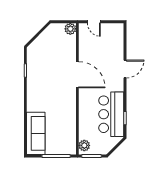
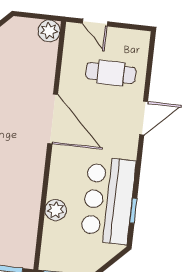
cafe table: (105, 47) -> (111, 73), added
plant: (84, 145) -> (56, 210), moved

